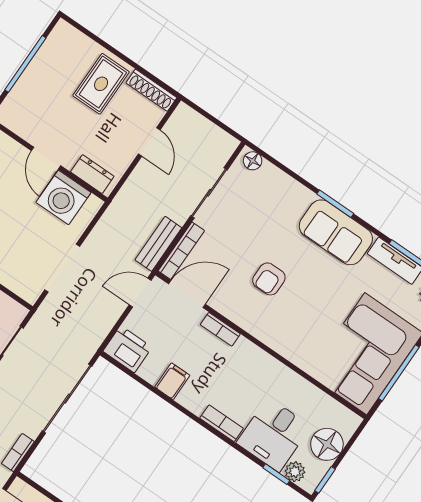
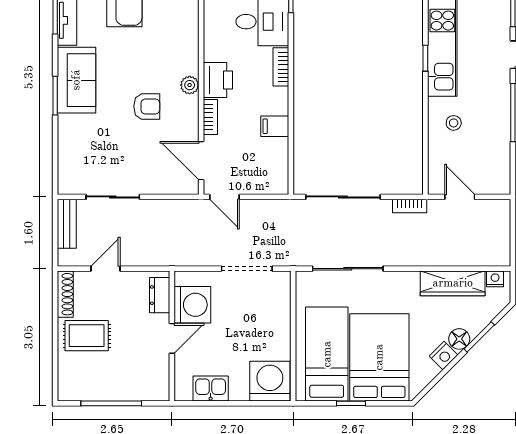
floor lamp: (253, 161) -> (66, 181), removed
bench: (158, 244) -> (67, 224), moved, turned 90
bookcase: (181, 251) -> (171, 188), removed
plant: (262, 330) -> (190, 85), added
printer: (127, 349) -> (218, 80), moved, turned 180

